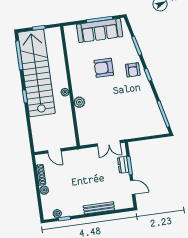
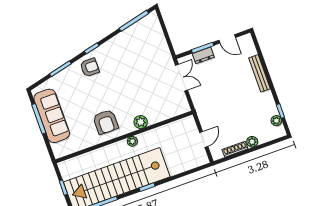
armchair: (104, 68) -> (106, 122), moved
door: (133, 187) -> (227, 39), swing flipped

